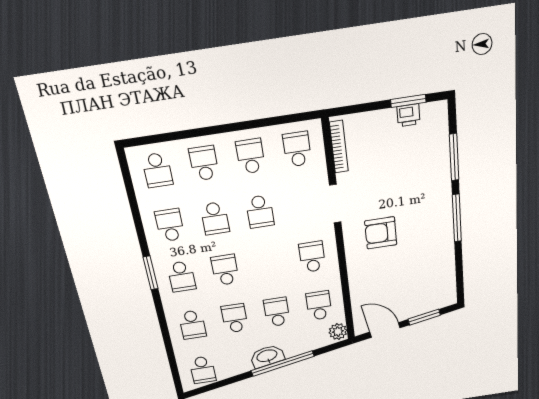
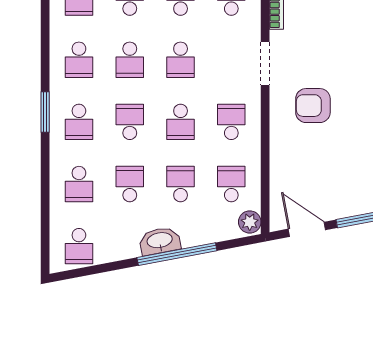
school desk: (170, 225) -> (79, 60), turned 180
school desk: (269, 263) -> (181, 122), added

